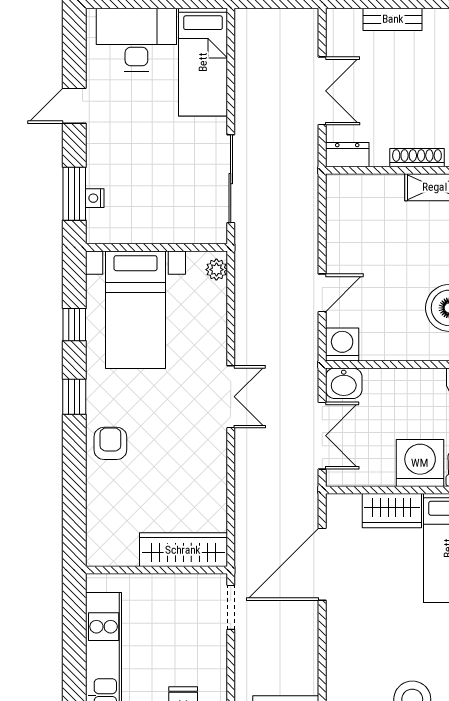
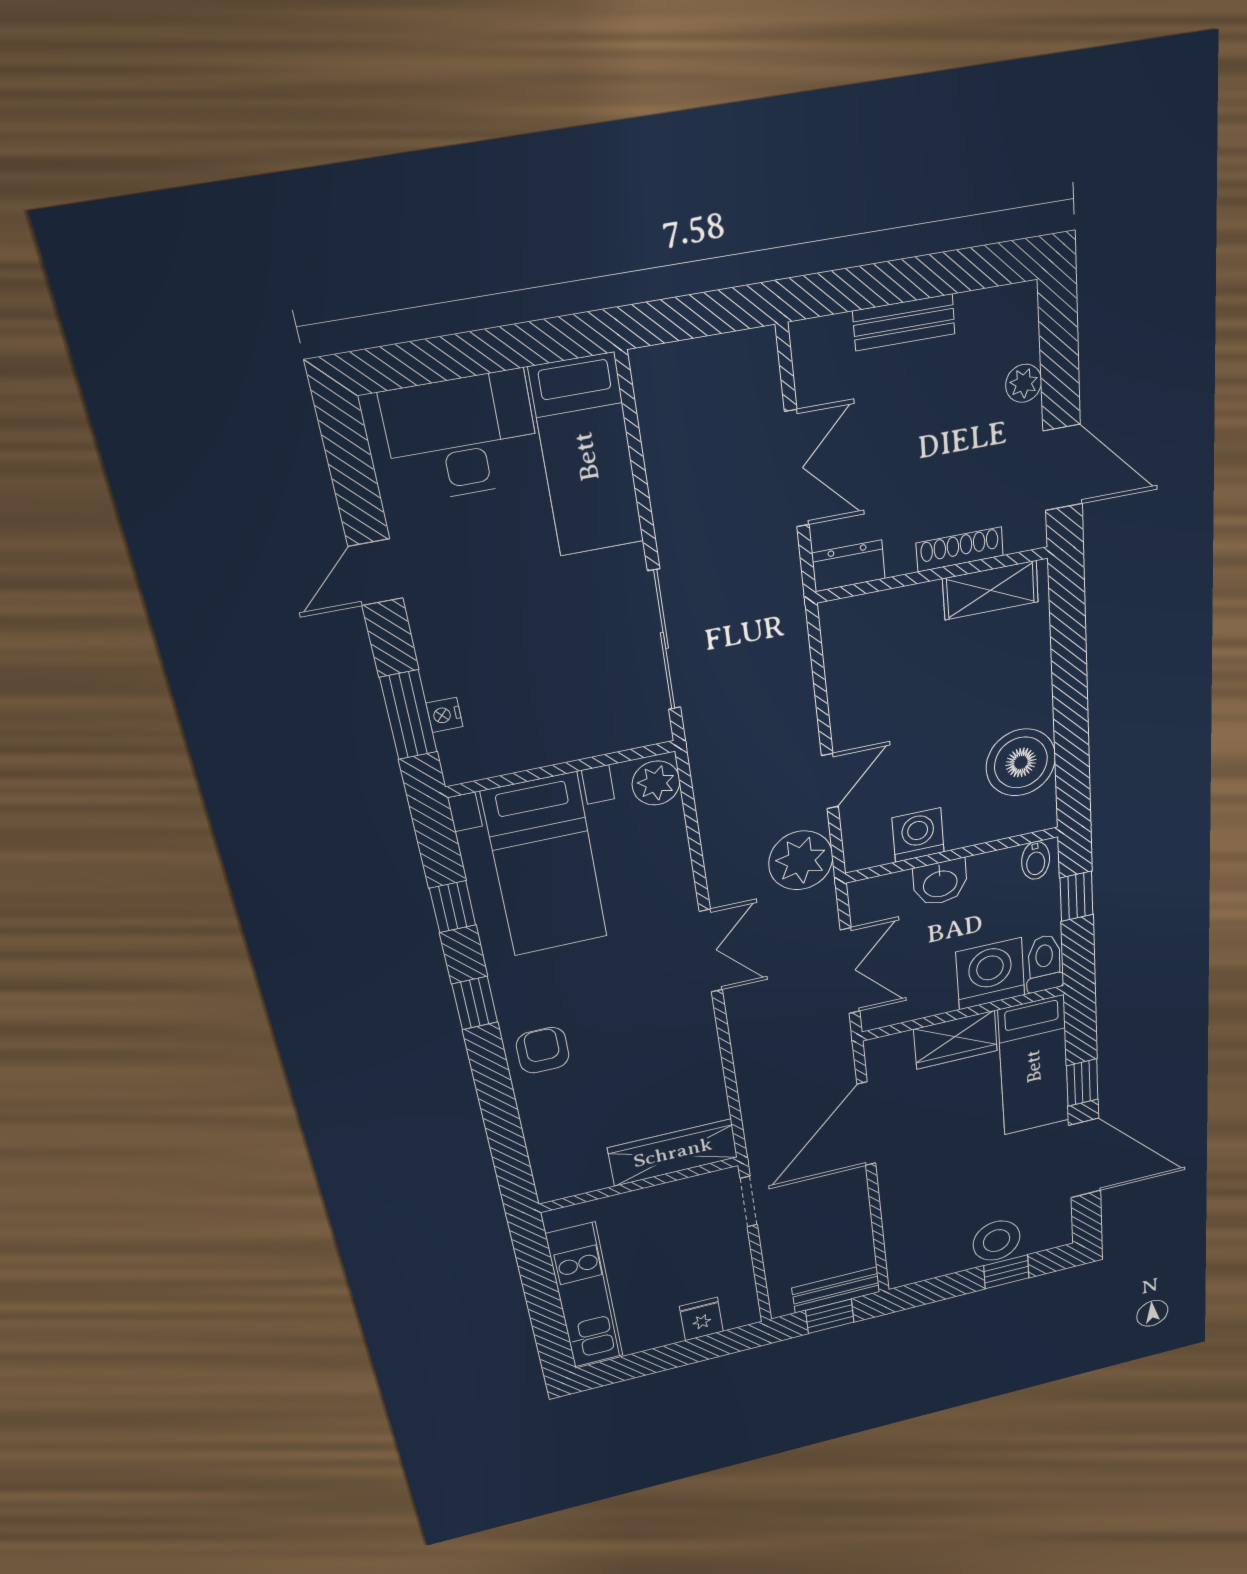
plant: (216, 270) -> (656, 783), width x1.38, depth x1.38
washing machine: (342, 344) -> (918, 835), moved
plant: (297, 345) -> (801, 860), added
washbasin: (344, 383) -> (940, 883), moved

